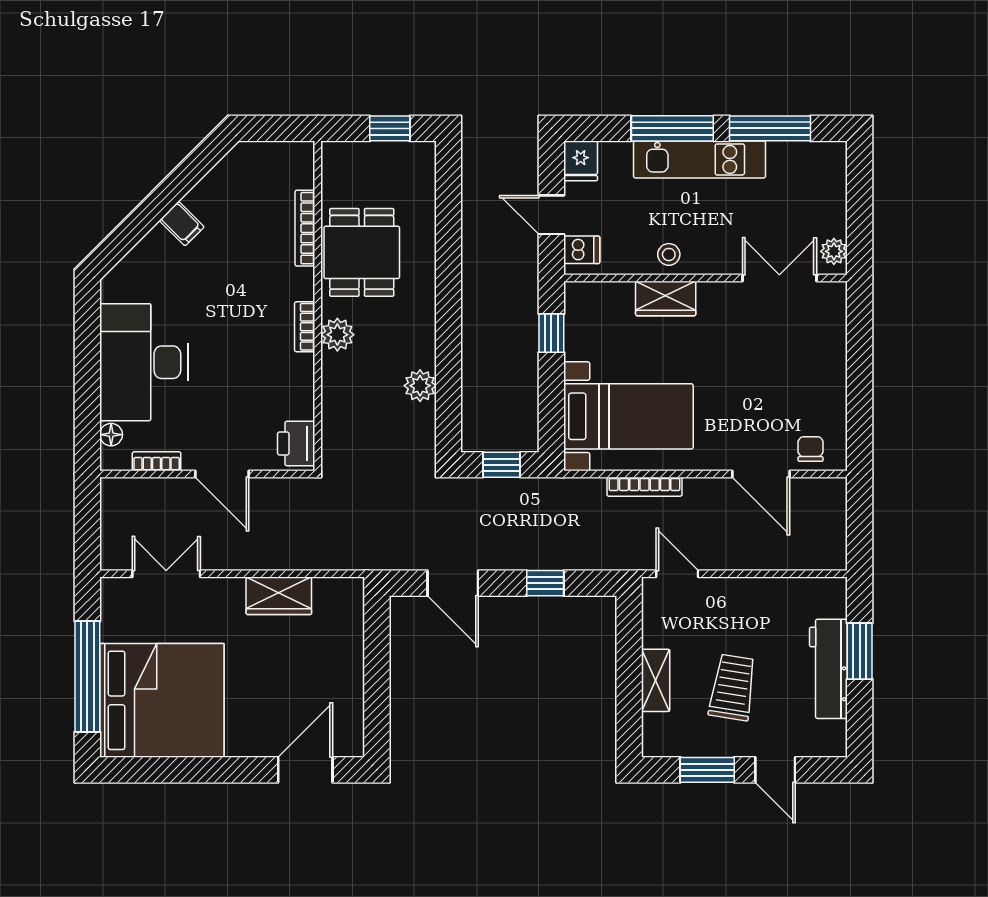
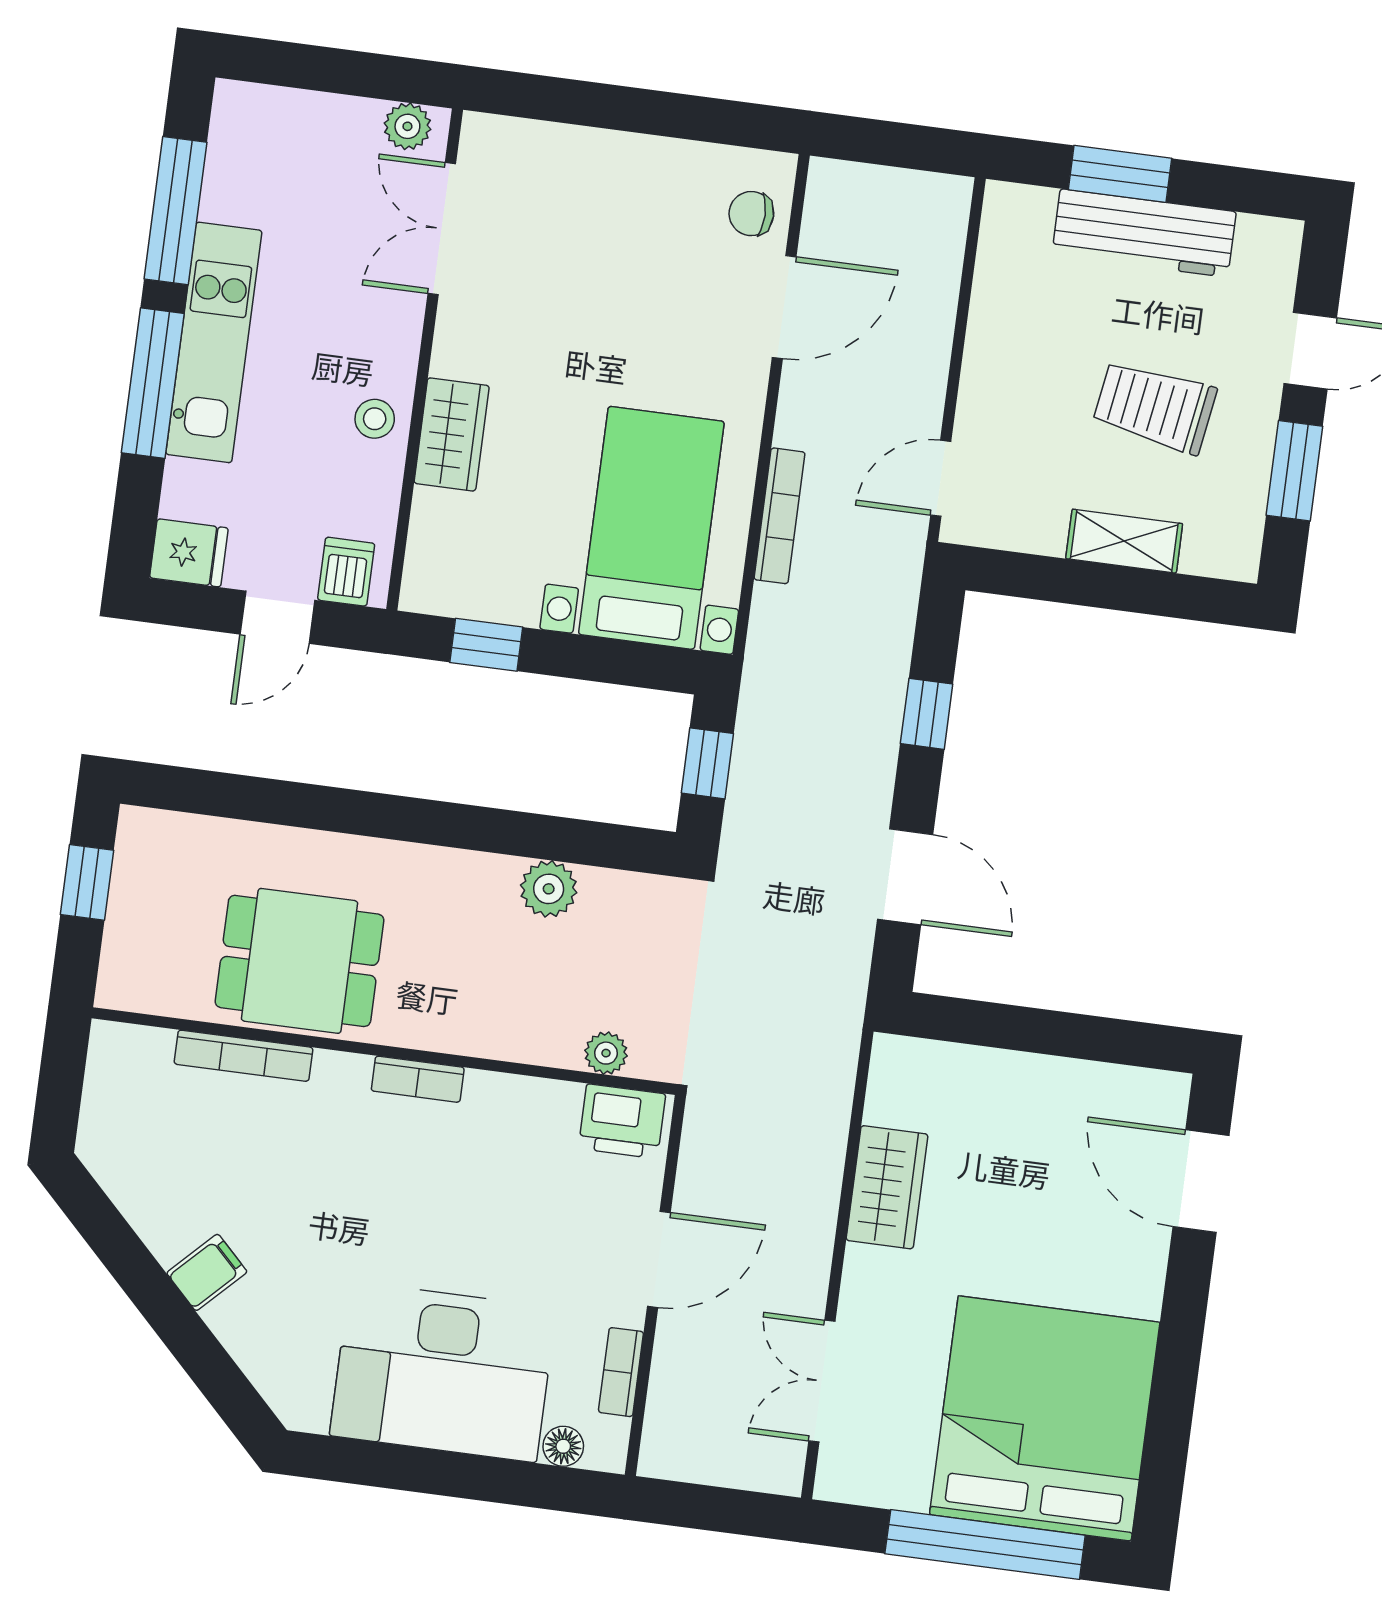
plant: (337, 335) -> (606, 1053), moved, width x0.73, depth x0.73
door: (453, 583) -> (905, 877), hinge flipped

